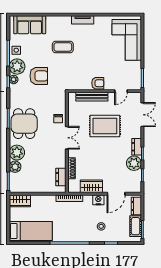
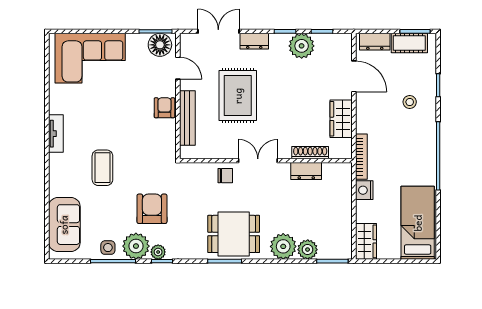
floor lamp: (135, 81) -> (160, 45), added
dresser: (137, 147) -> (254, 41), moved
dresser: (61, 177) -> (306, 171), moved
nightstand: (98, 200) -> (364, 190), moved

